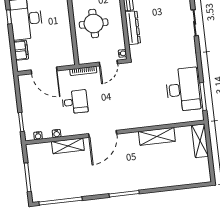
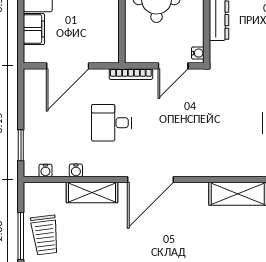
door: (44, 70) -> (68, 66), hinge flipped
desk: (75, 102) -> (111, 123), turned 180
trolley: (42, 175) -> (45, 235), added

